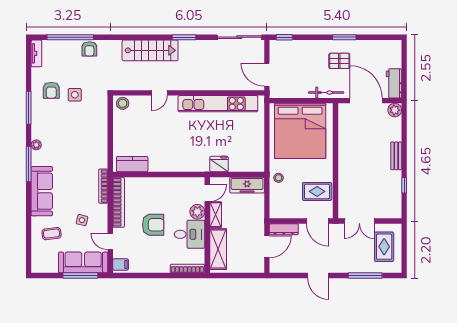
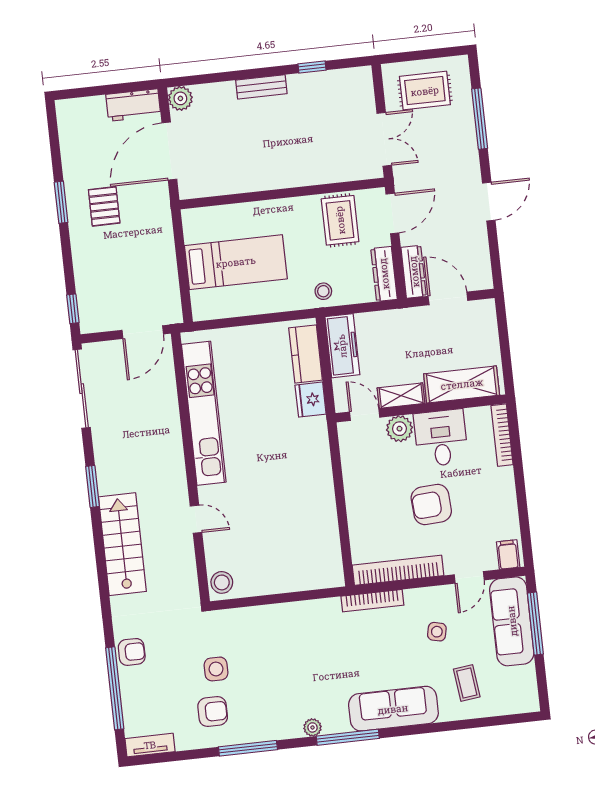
bicycle: (326, 93) -> (163, 224), removed
bed: (300, 131) -> (236, 262), width x0.49
kitchen counter: (132, 164) -> (306, 354), moved
dresser: (284, 213) -> (384, 274), added
armchair: (153, 225) -> (431, 505), turned -94

